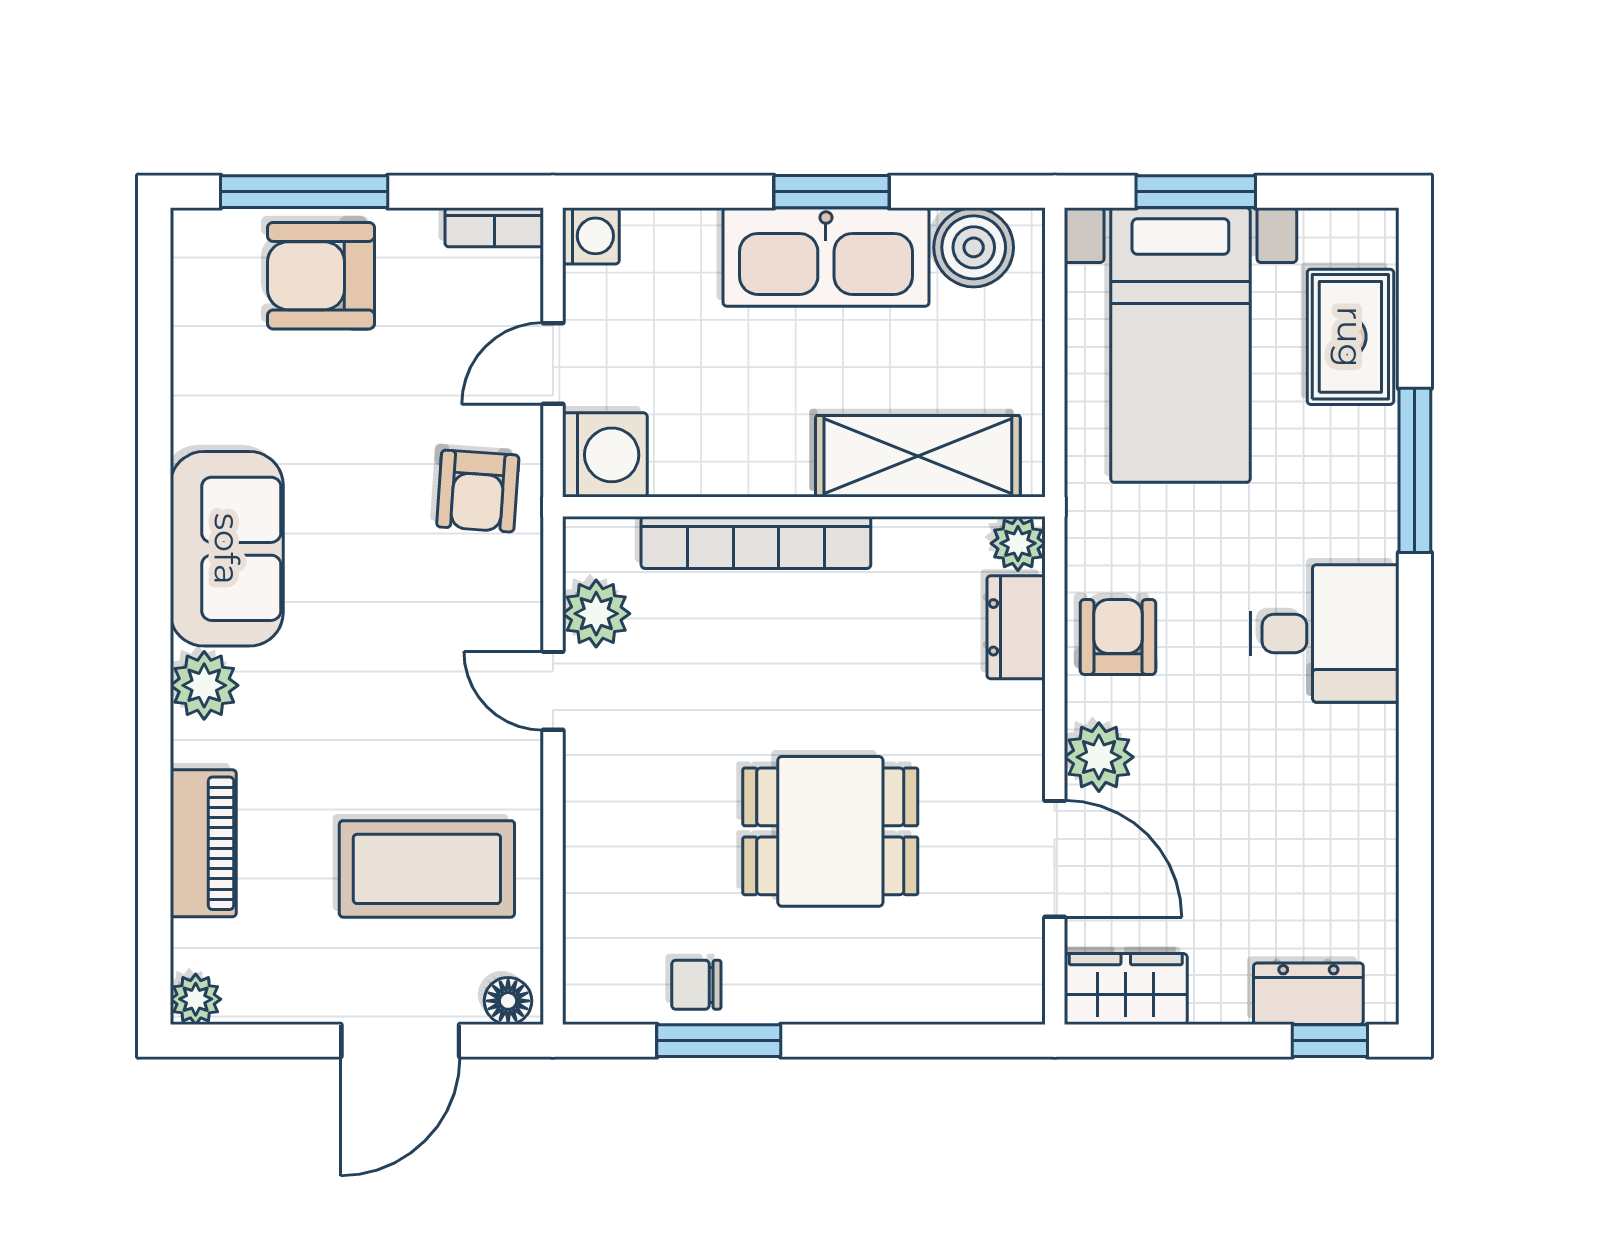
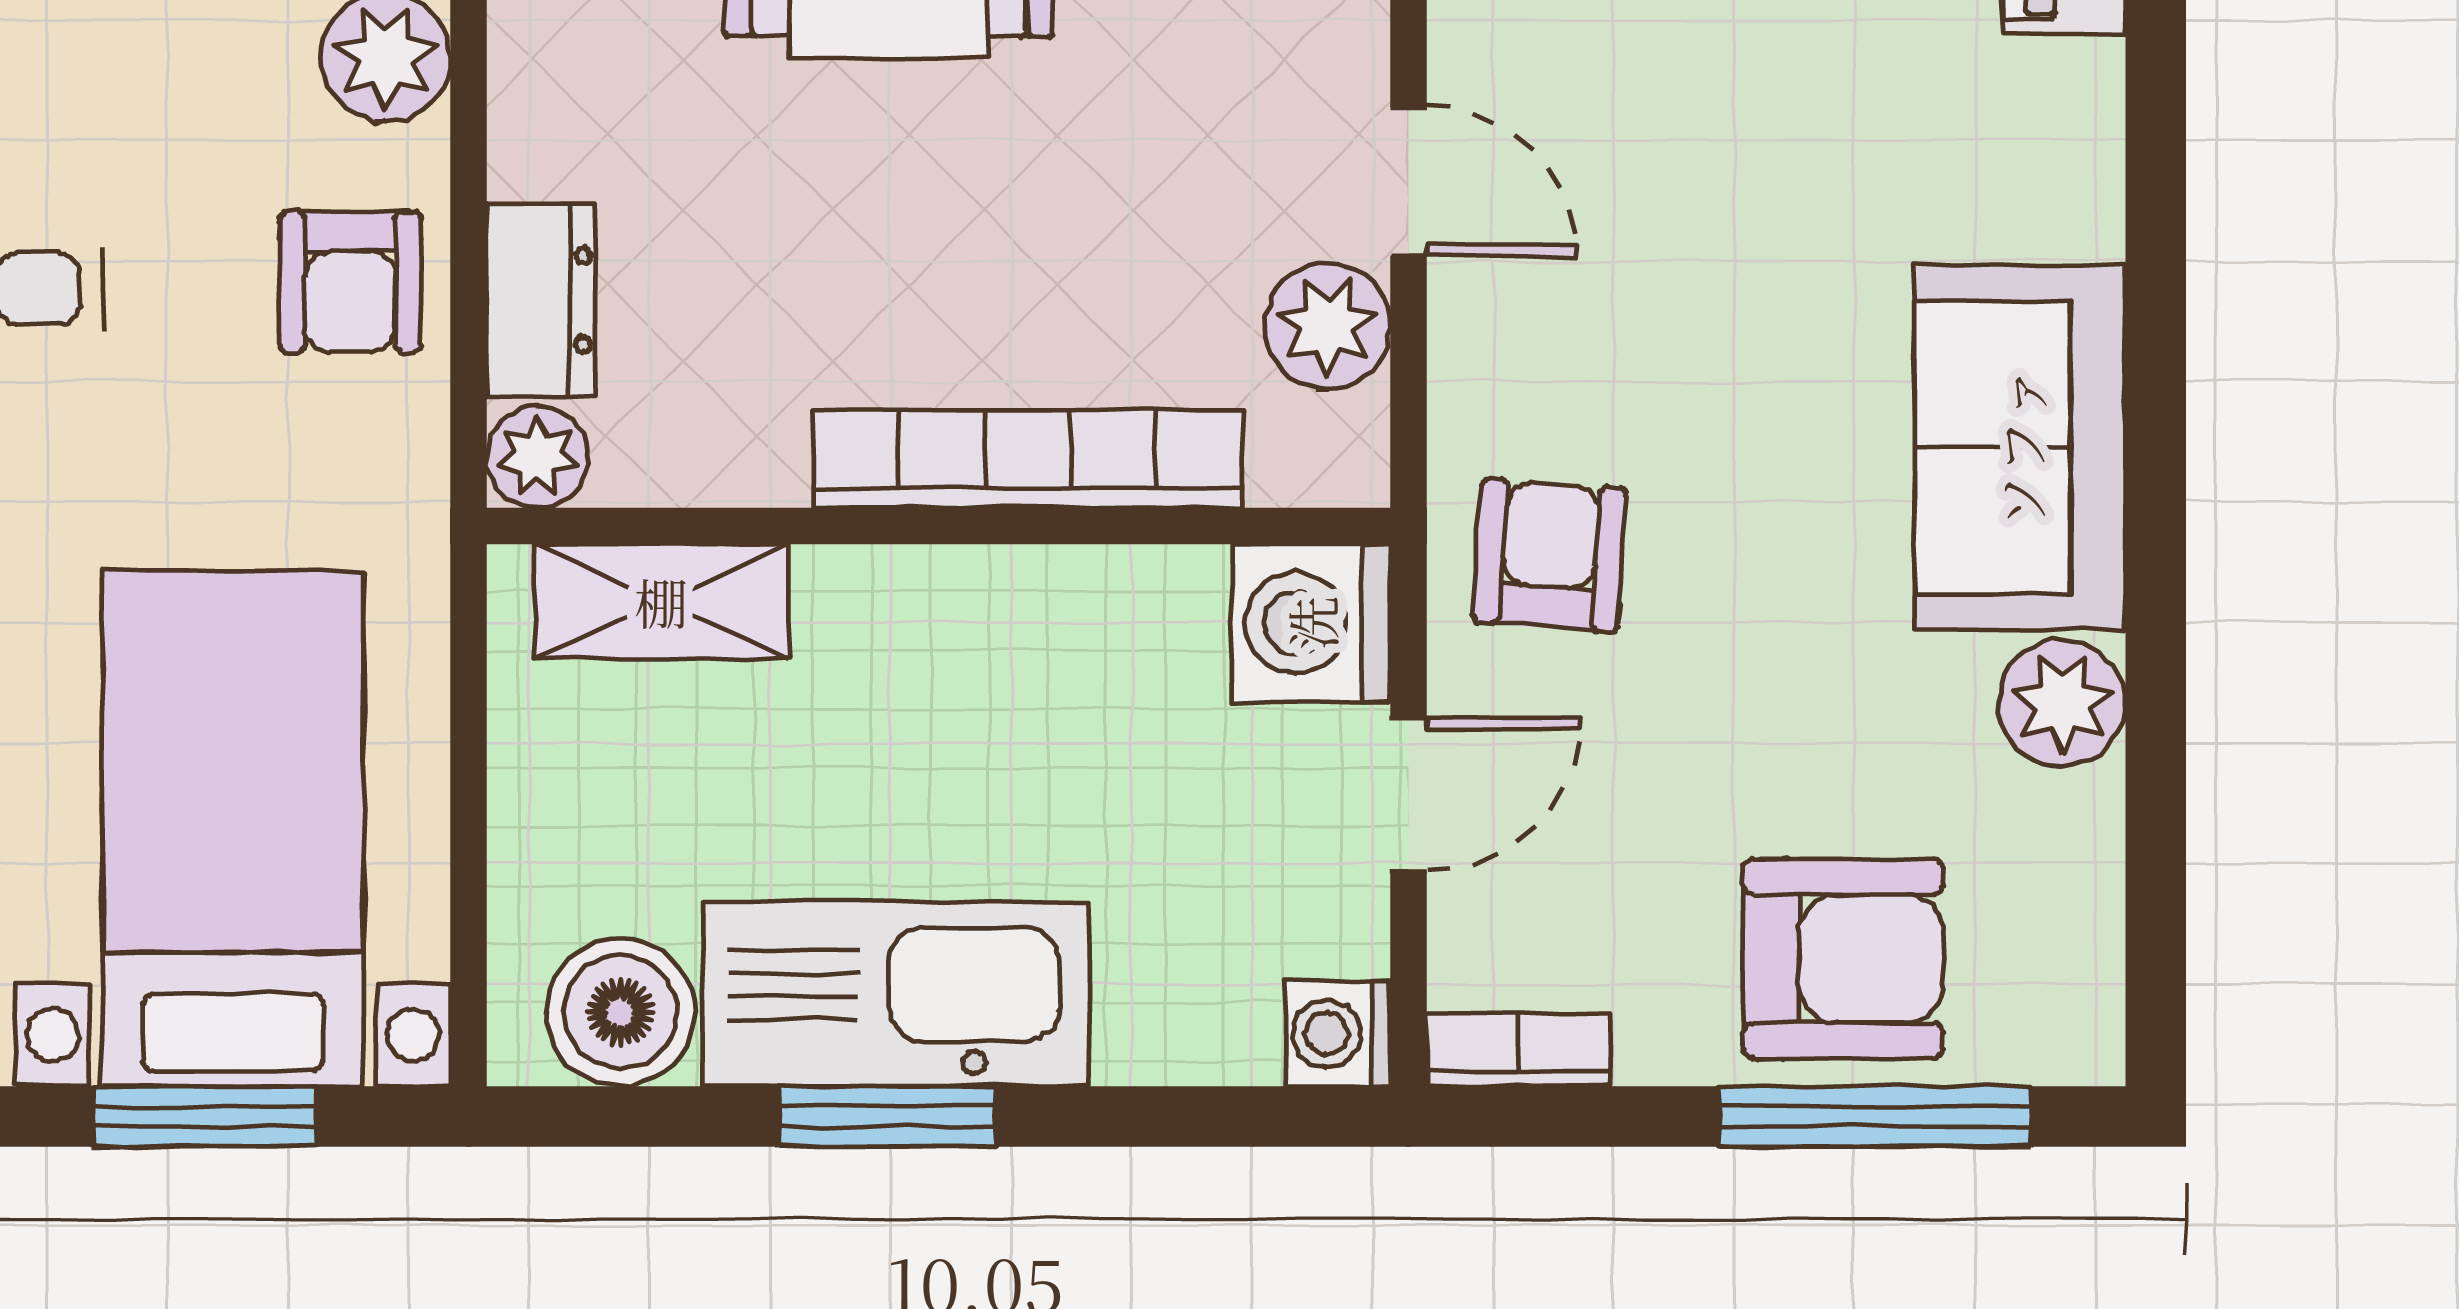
shelving: (918, 456) -> (661, 601), width x0.67, depth x0.75
plant: (204, 685) -> (2062, 703), moved

